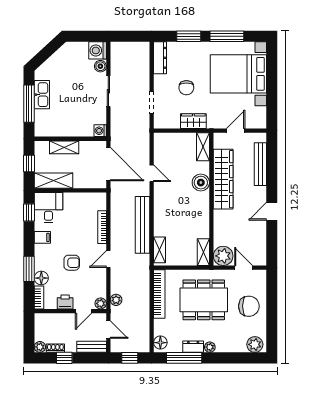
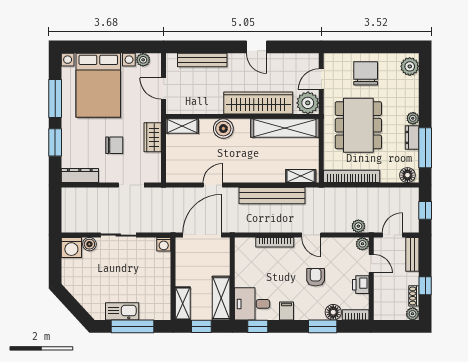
plant: (261, 113) -> (143, 60), added
shelving: (64, 147) -> (183, 304), moved
wardrobe: (223, 179) -> (258, 103), moved
shelving: (203, 252) -> (285, 128), width x2.20, depth x1.33

